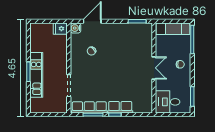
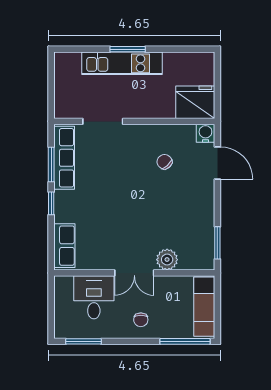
fridge: (60, 29) -> (195, 102), width x1.88, depth x1.34
plant: (146, 50) -> (167, 260), added
desk: (168, 102) -> (94, 297), moved
row of seats: (120, 107) -> (64, 246), moved

